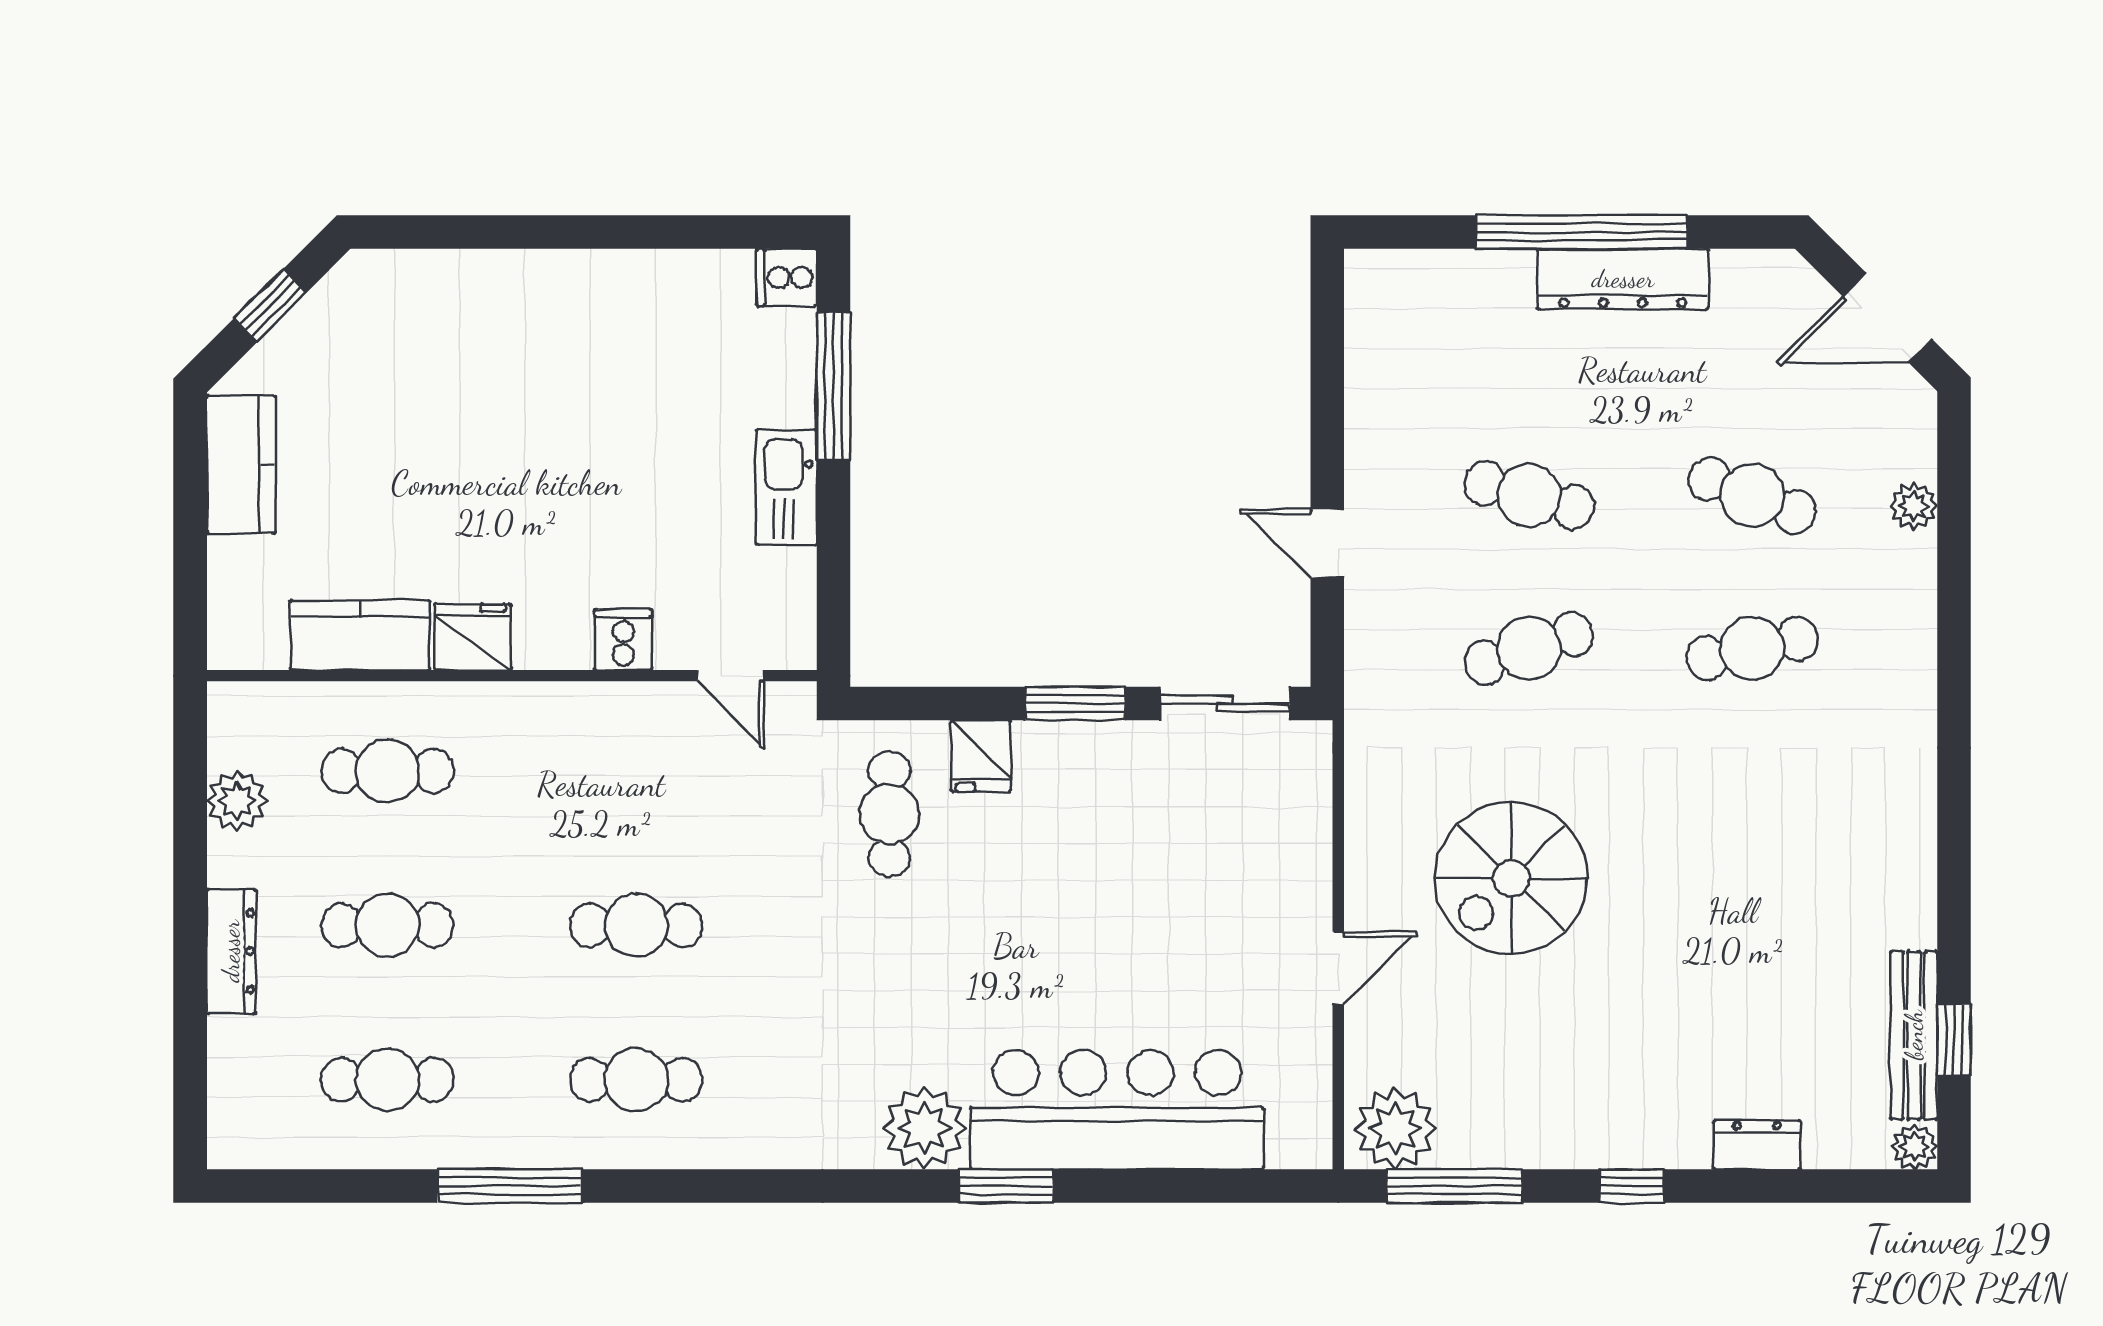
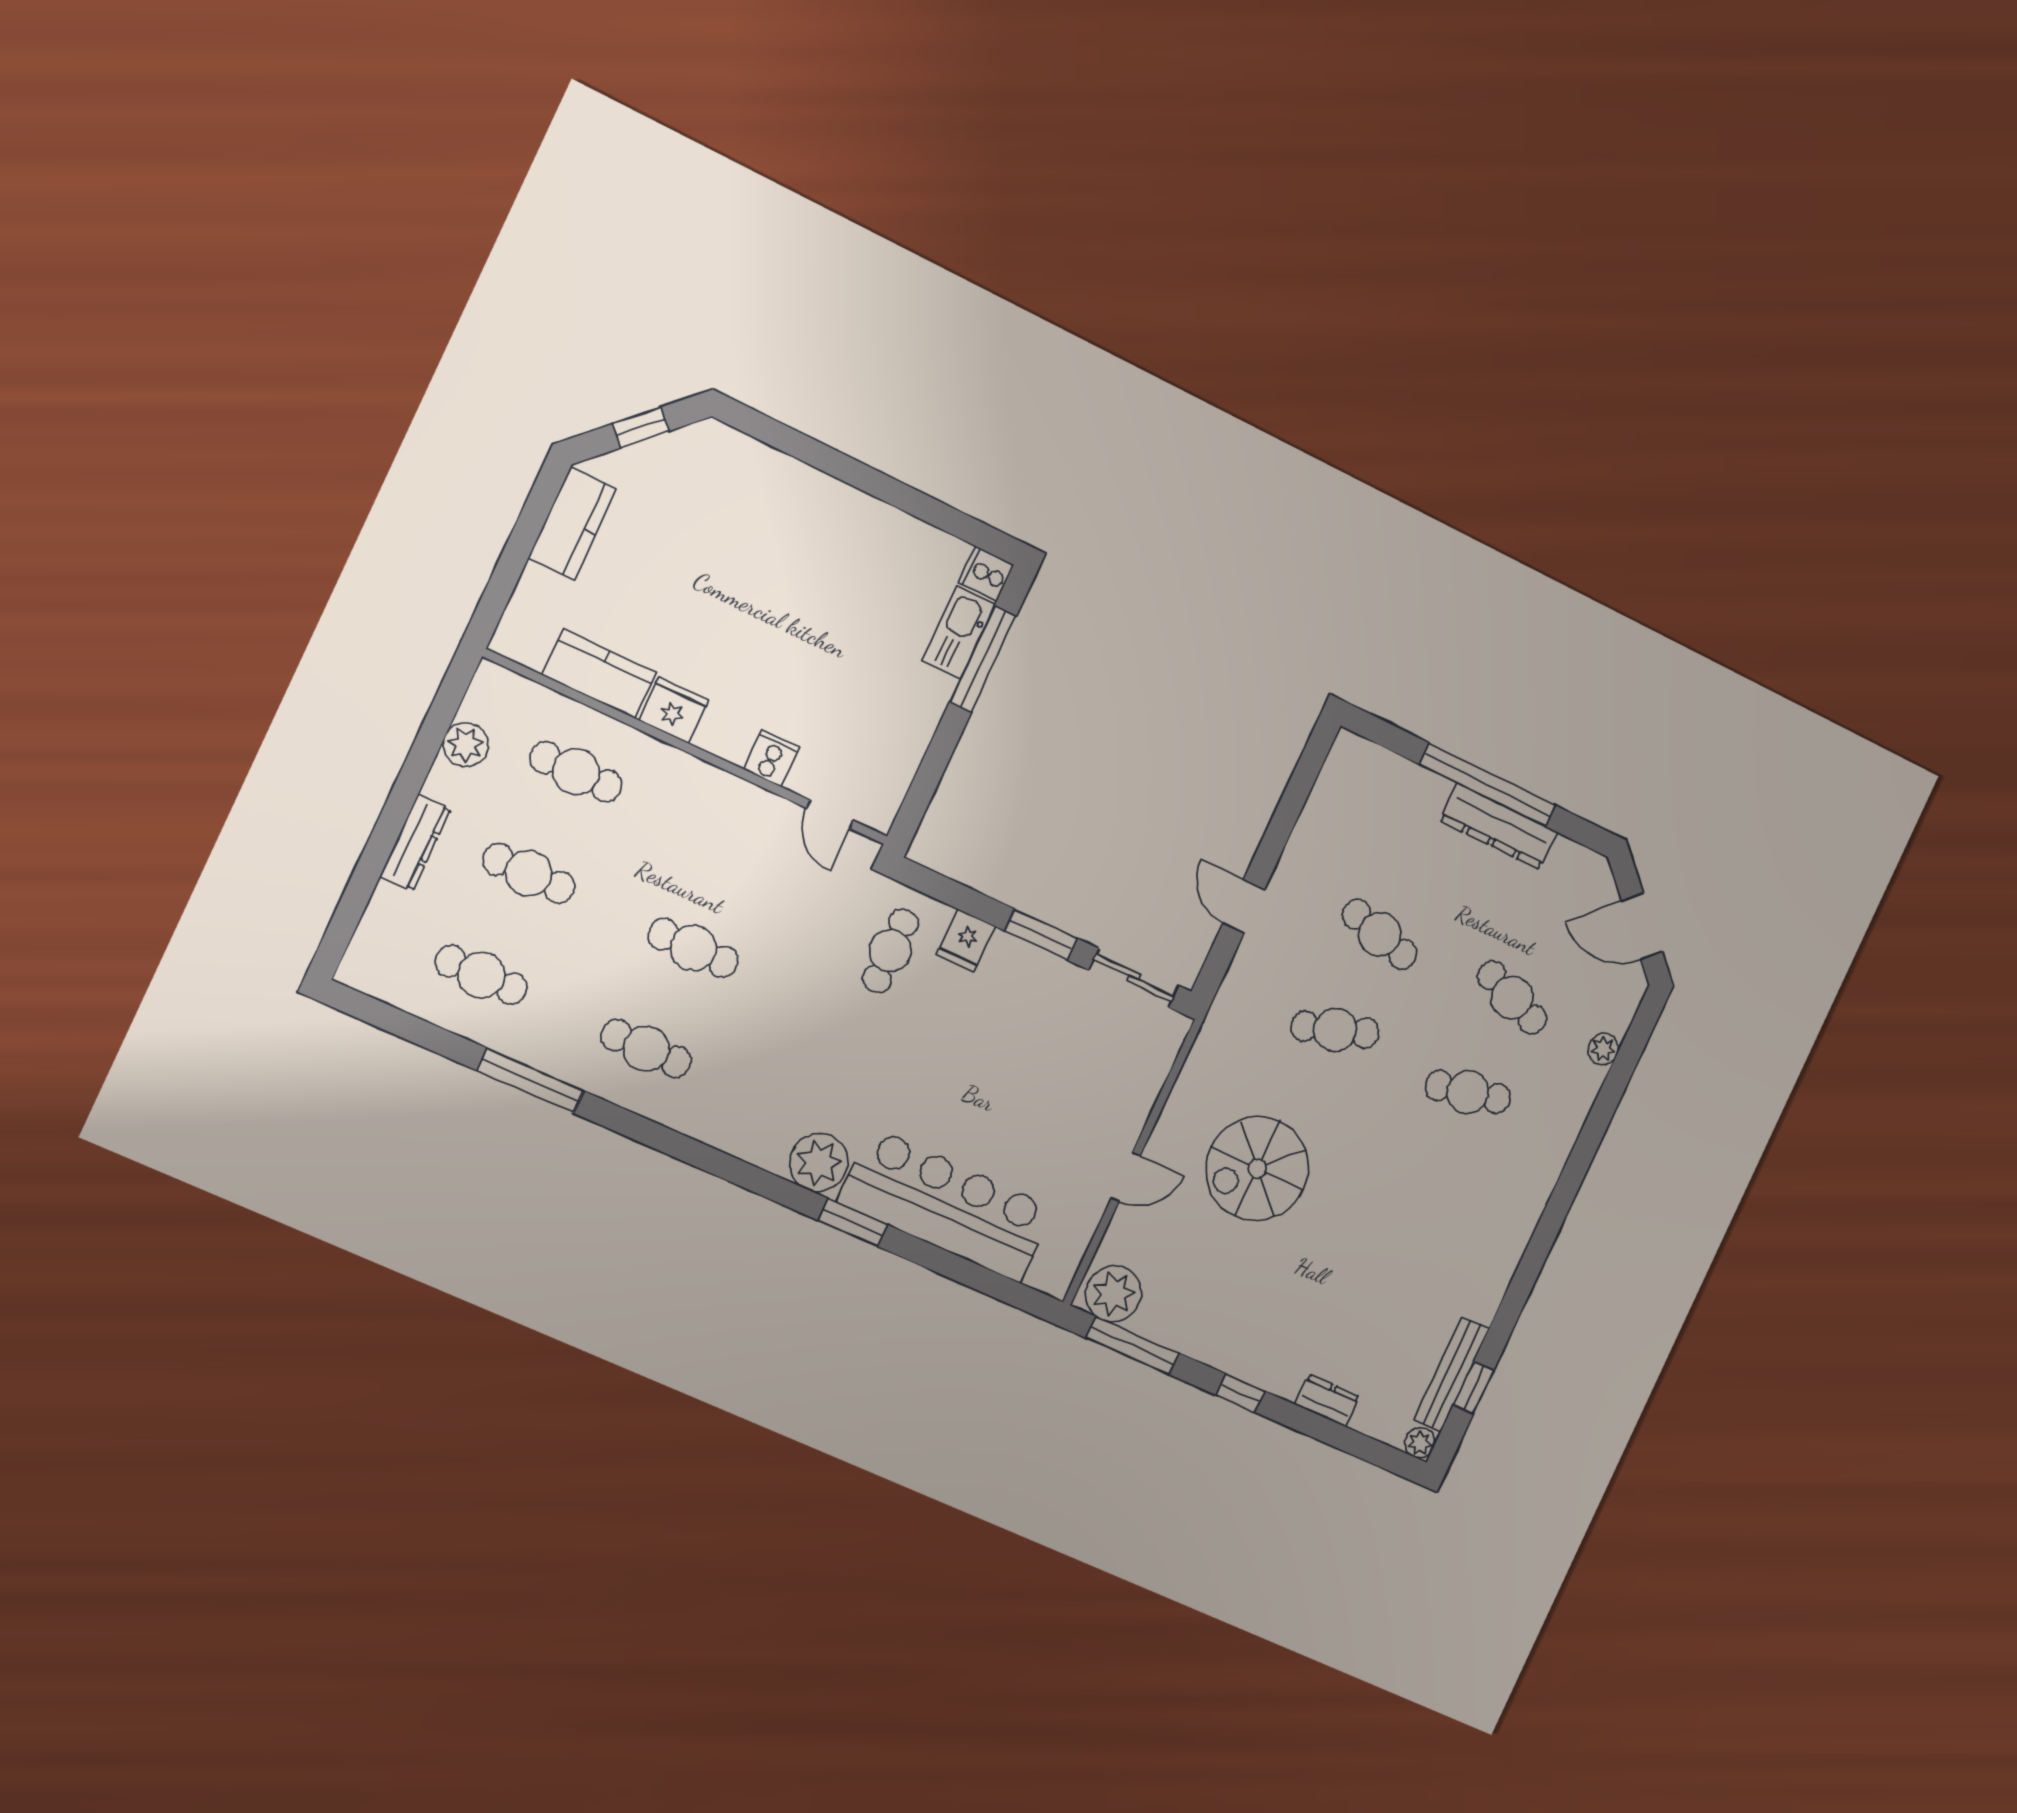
kitchen sink: (786, 487) -> (959, 632), moved

